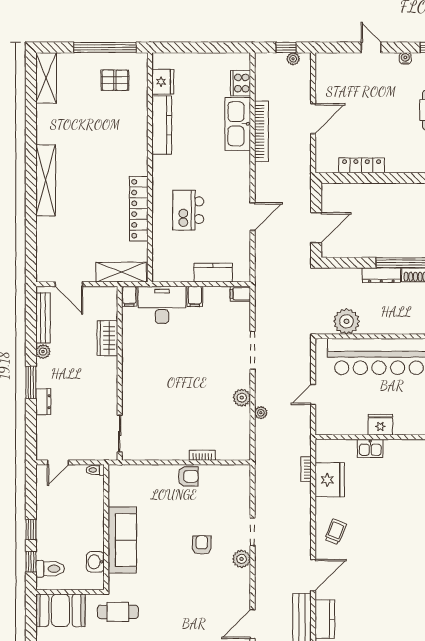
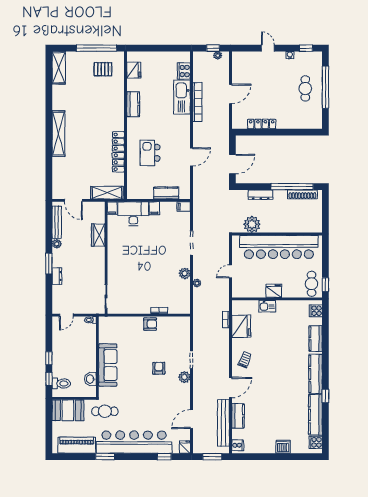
kitchen counter: (162, 125) -> (133, 104), width x0.67
dresser: (381, 275) -> (261, 195), moved

